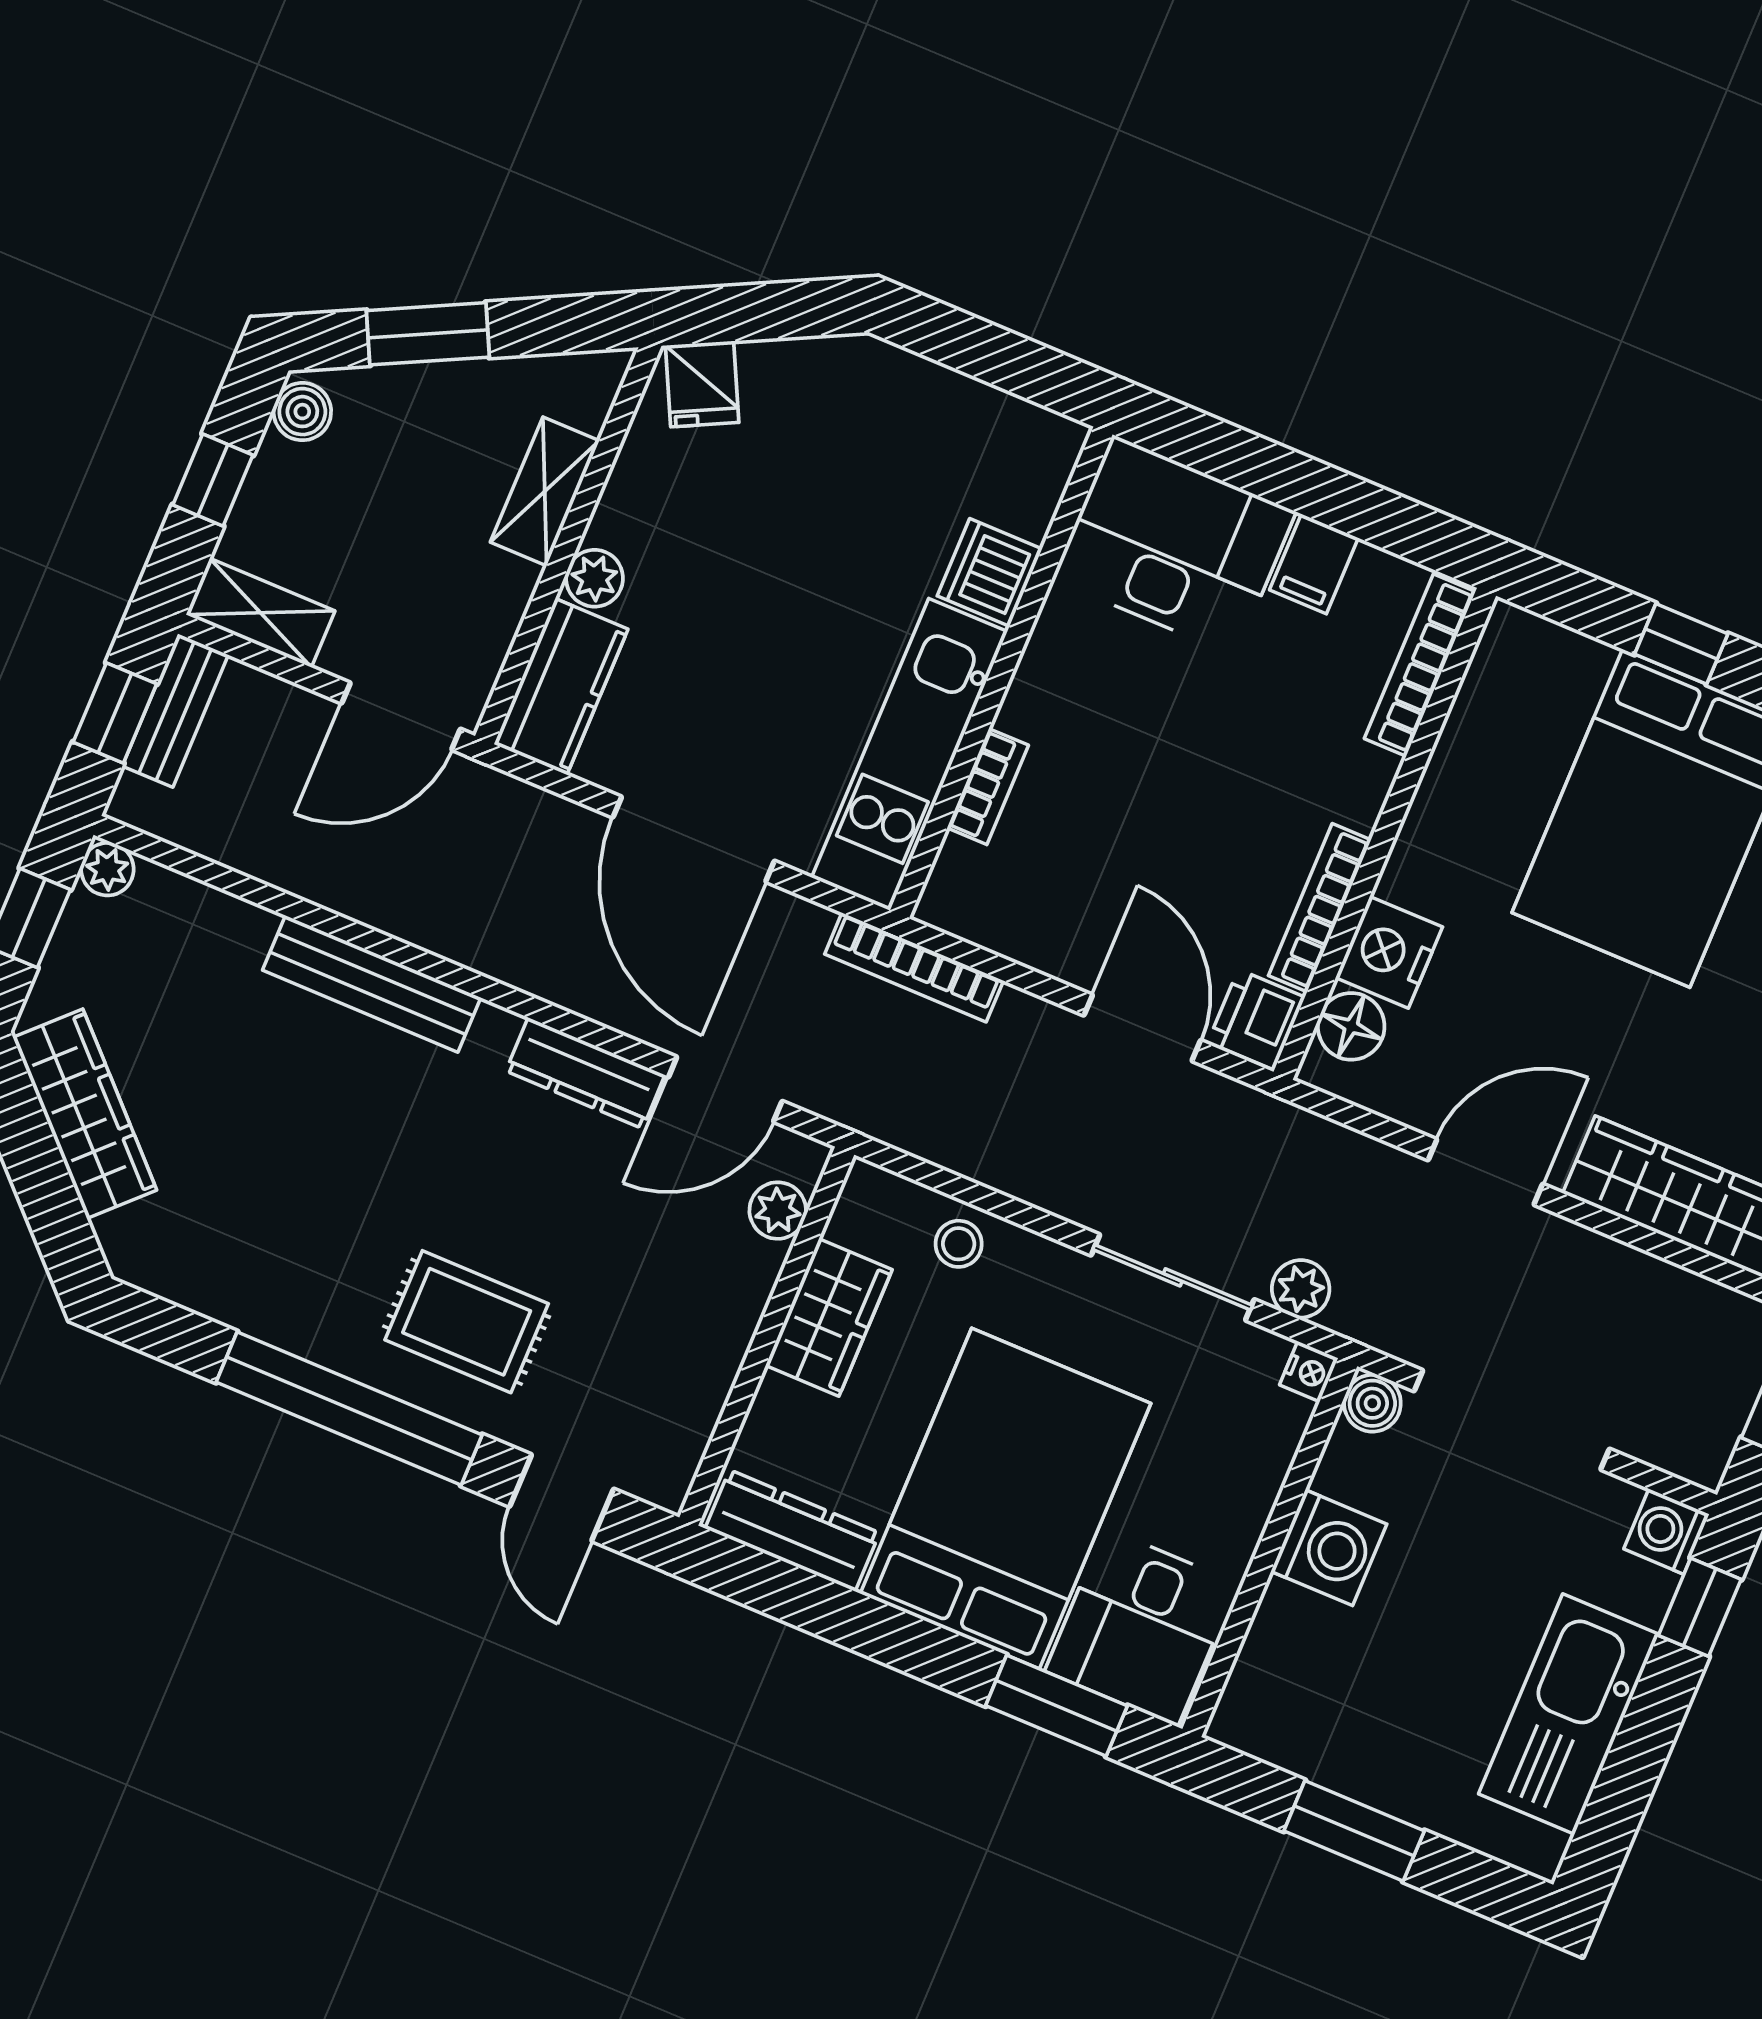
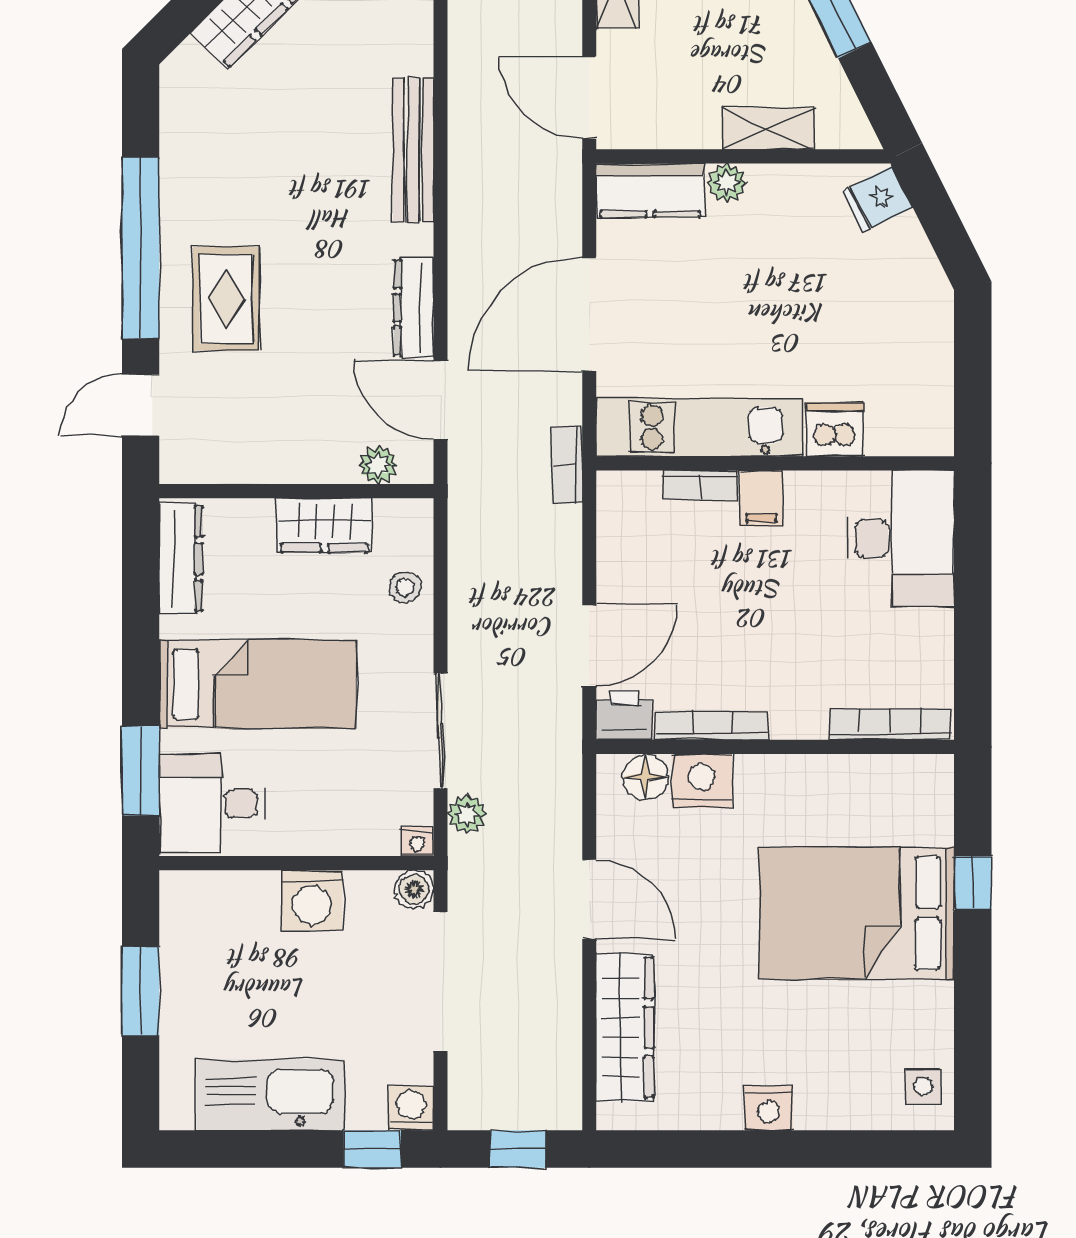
filing cabinet: (1314, 564) -> (762, 498), moved, turned -90
bookcase: (914, 967) -> (567, 465), width x0.64
bed: (1006, 1499) -> (257, 684), width x0.67

